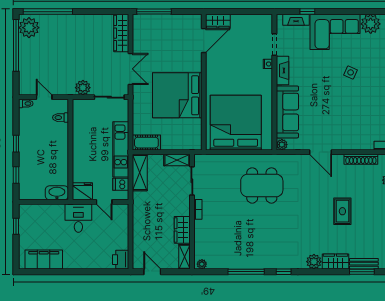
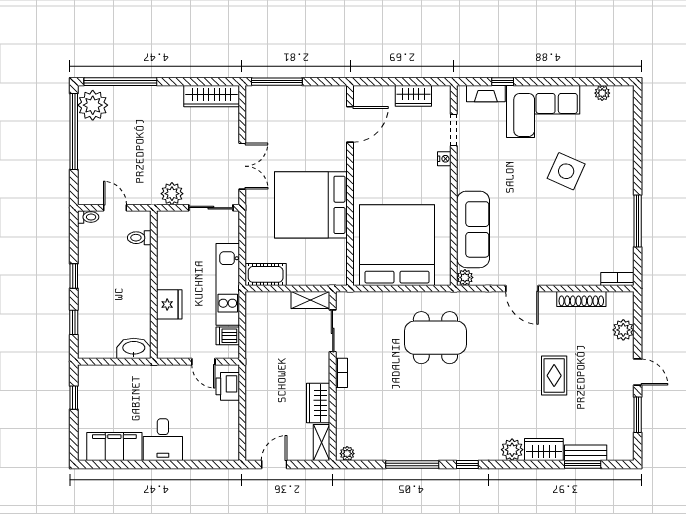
wardrobe: (218, 21) -> (413, 96), moved
plant: (371, 24) -> (602, 93), width x0.53, depth x0.53
wardrobe: (121, 33) -> (212, 96), moved, turned -90
fireplace: (282, 70) -> (466, 168), removed
side table: (351, 72) -> (566, 171), width x1.87, depth x1.87
shelving: (140, 172) -> (256, 318), removed
fridge: (82, 191) -> (169, 304), moved, turned 90
desk: (78, 218) -> (163, 440), moved, turned 180
printer: (121, 260) -> (228, 386), moved
door: (152, 272) -> (274, 465), hinge flipped

